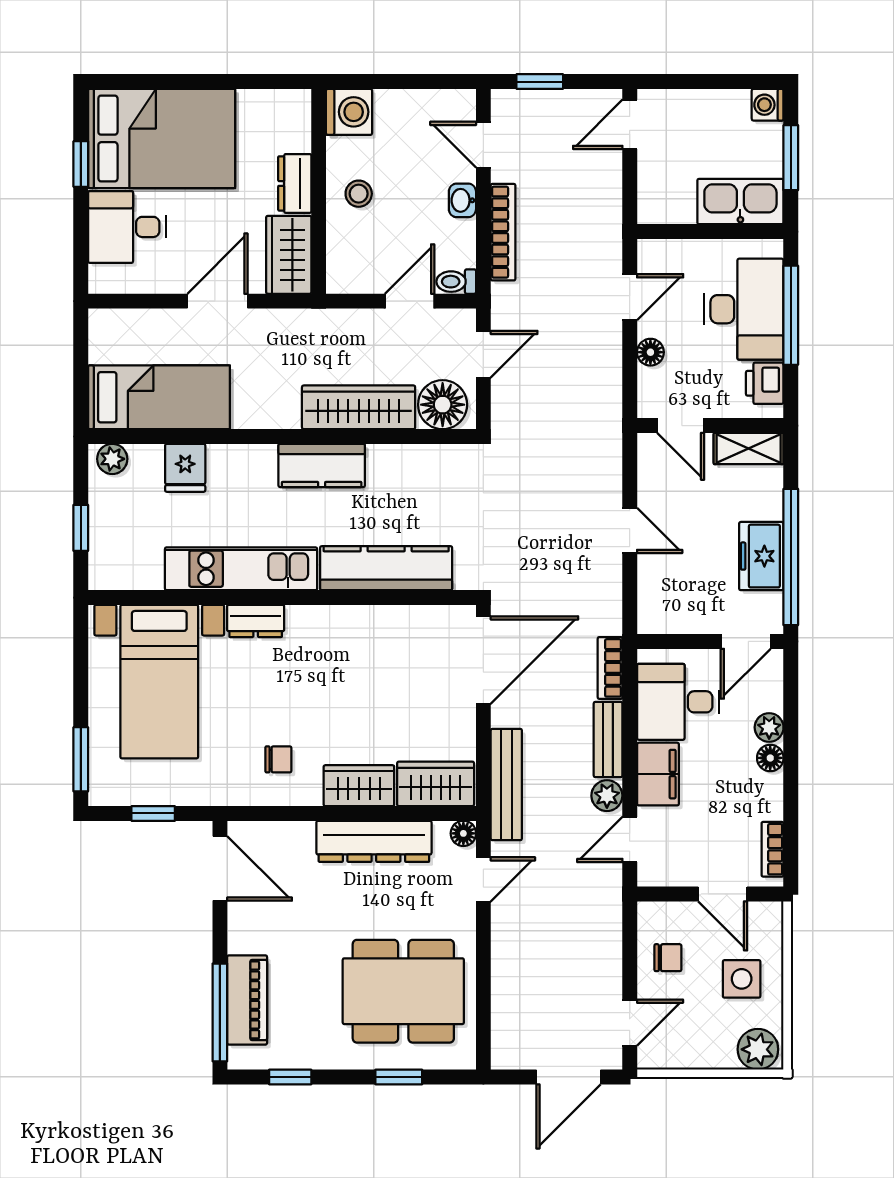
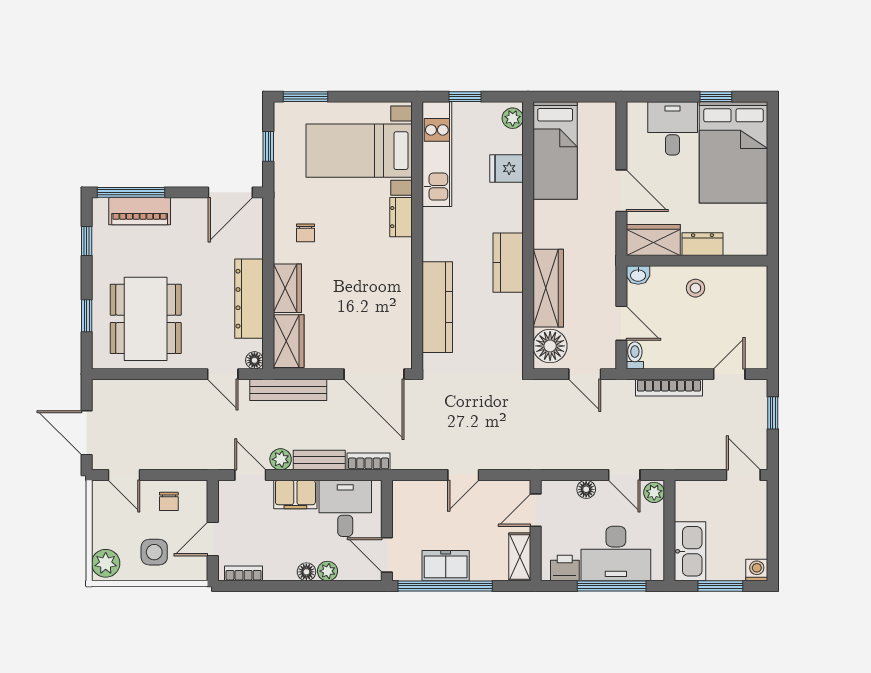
washing machine: (349, 112) -> (752, 281), removed
washbasin: (462, 200) -> (638, 275), moved, turned 180
plant: (655, 254) -> (654, 492), added
kitchen unit: (241, 569) -> (437, 154), moved

